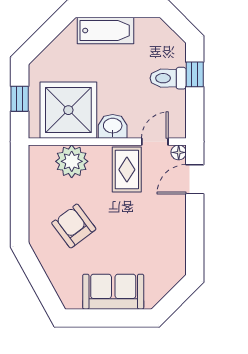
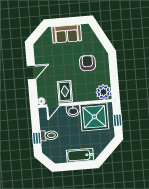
plant: (72, 161) -> (103, 92), moved
door: (195, 179) -> (31, 72), moved
armchair: (74, 226) -> (87, 63), turned -143

